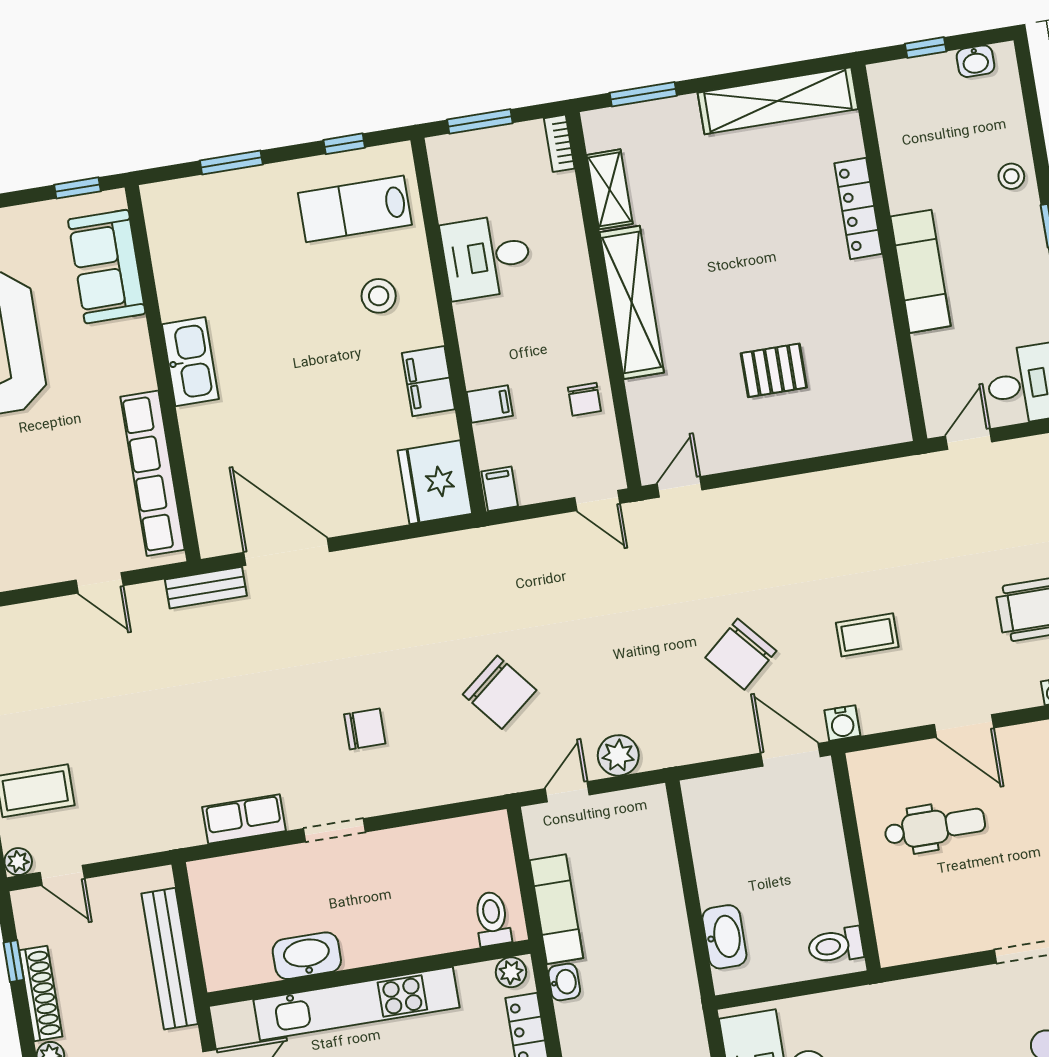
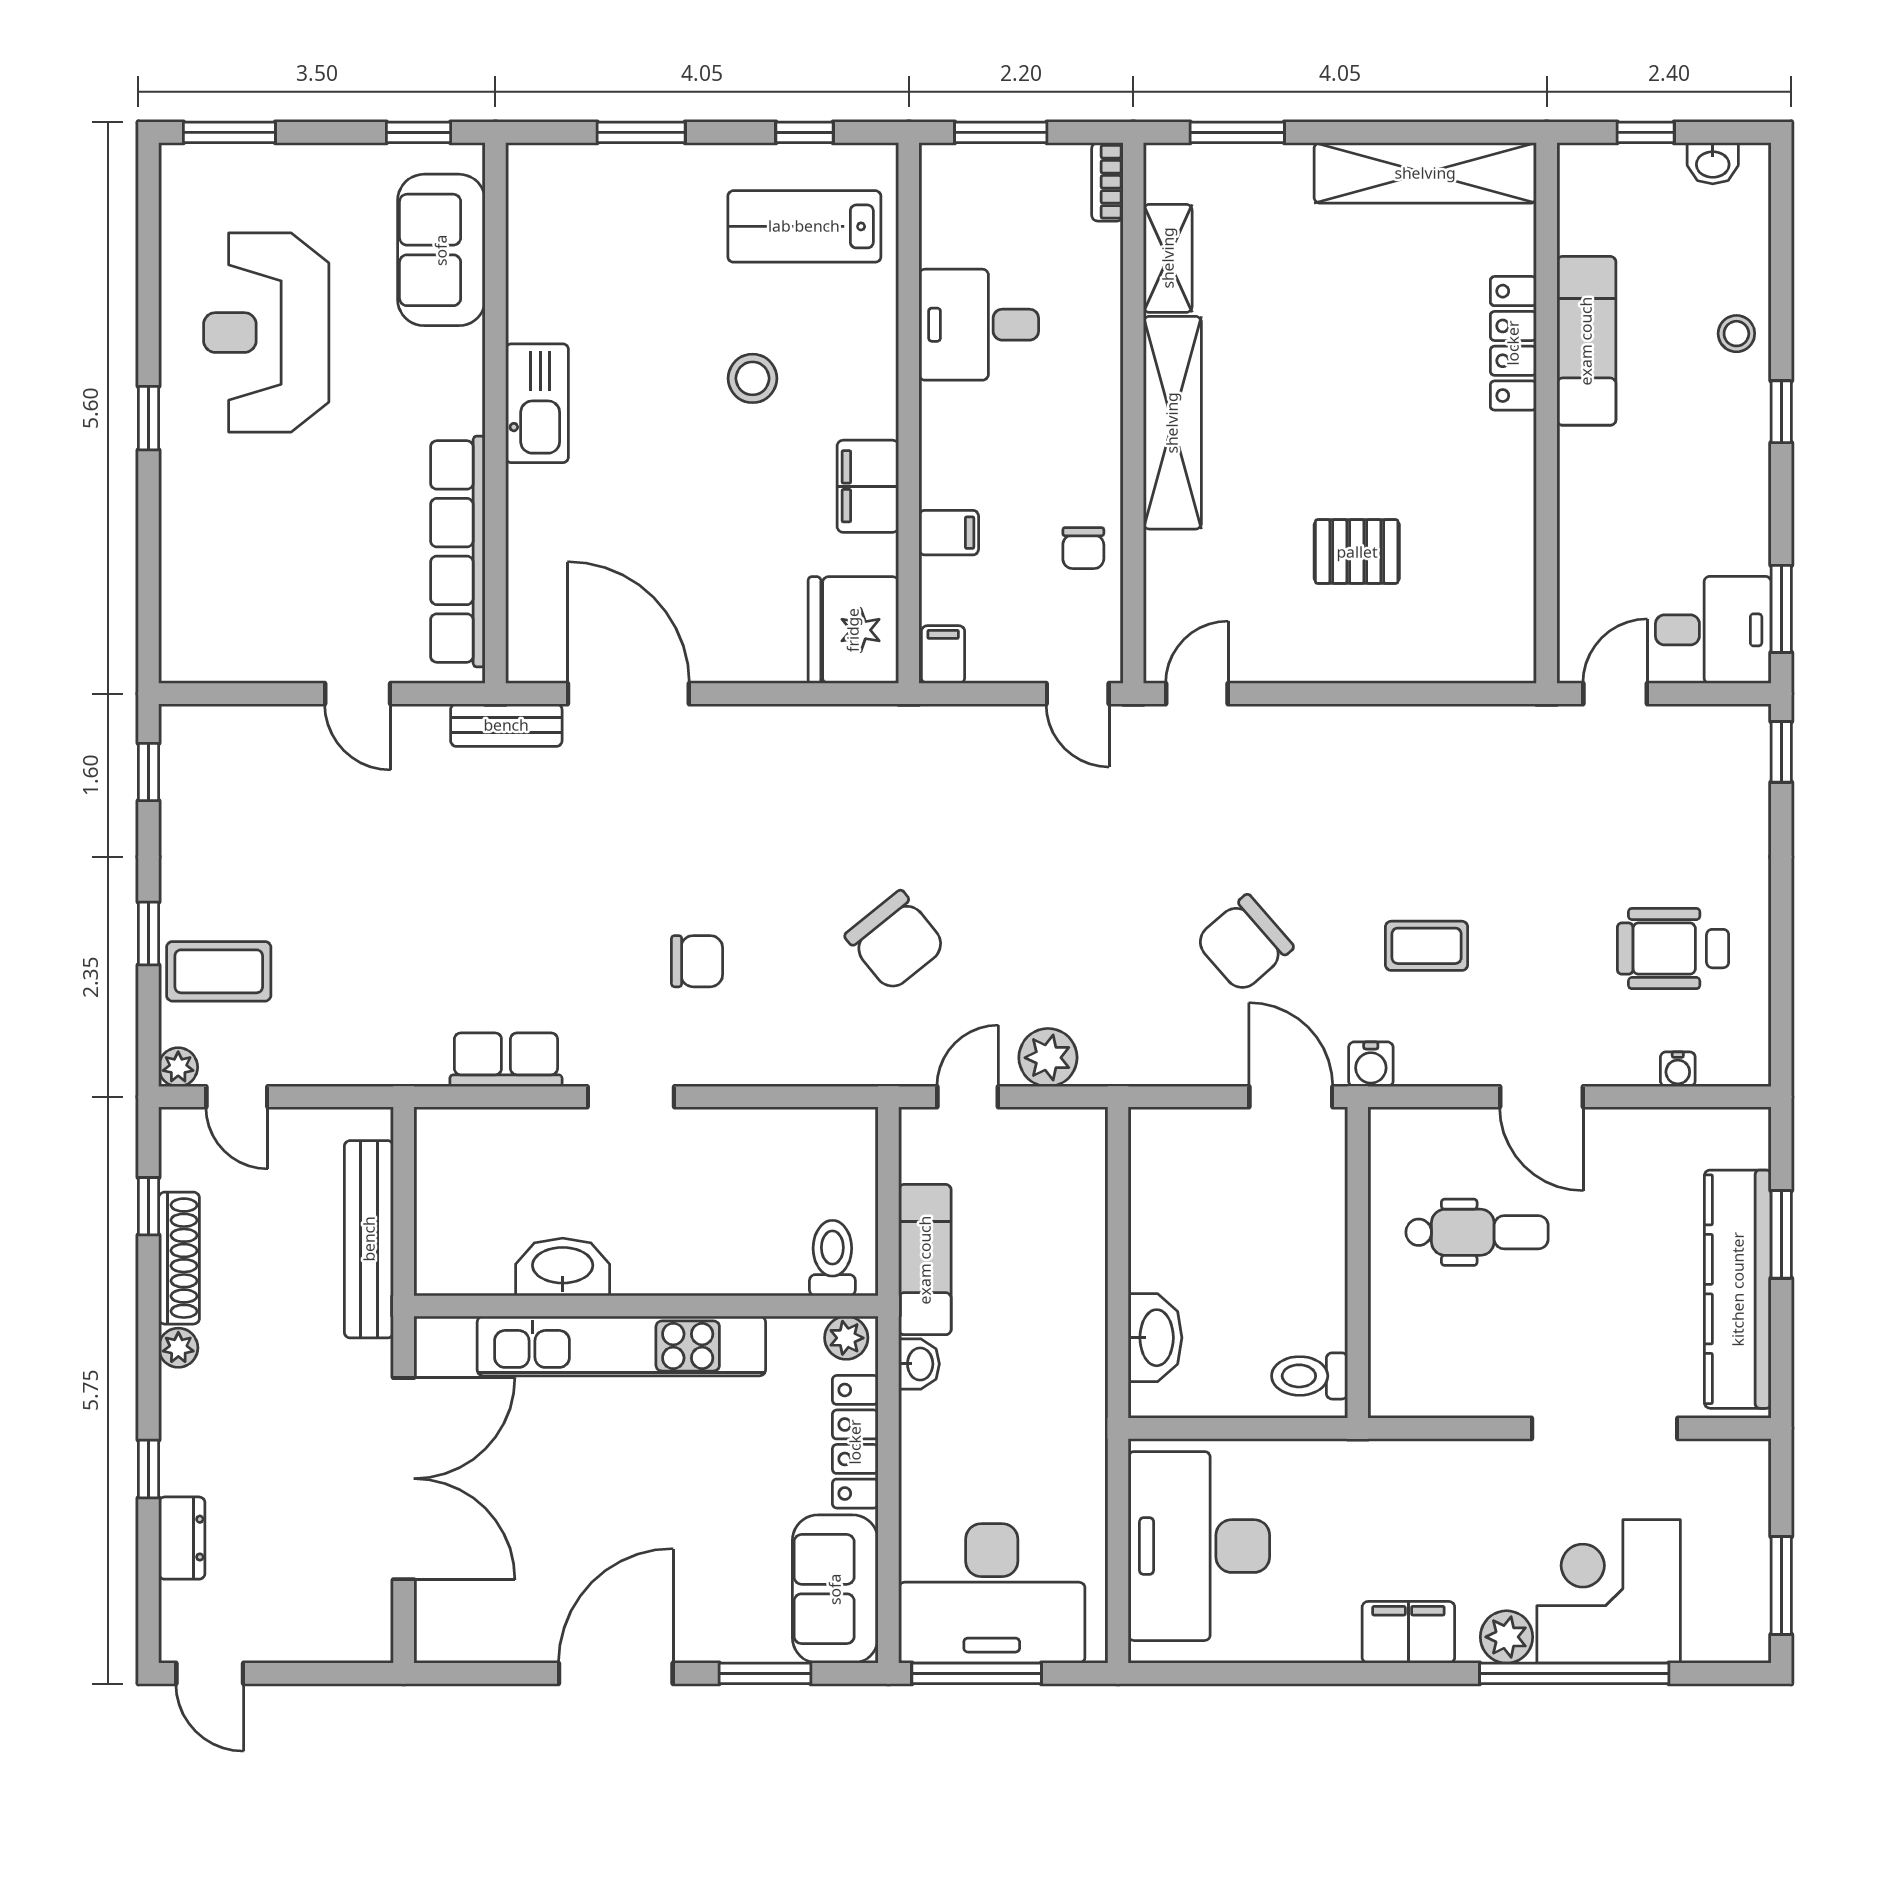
exam couch: (921, 271) -> (1586, 341), moved
stool: (379, 296) -> (753, 378), moved

